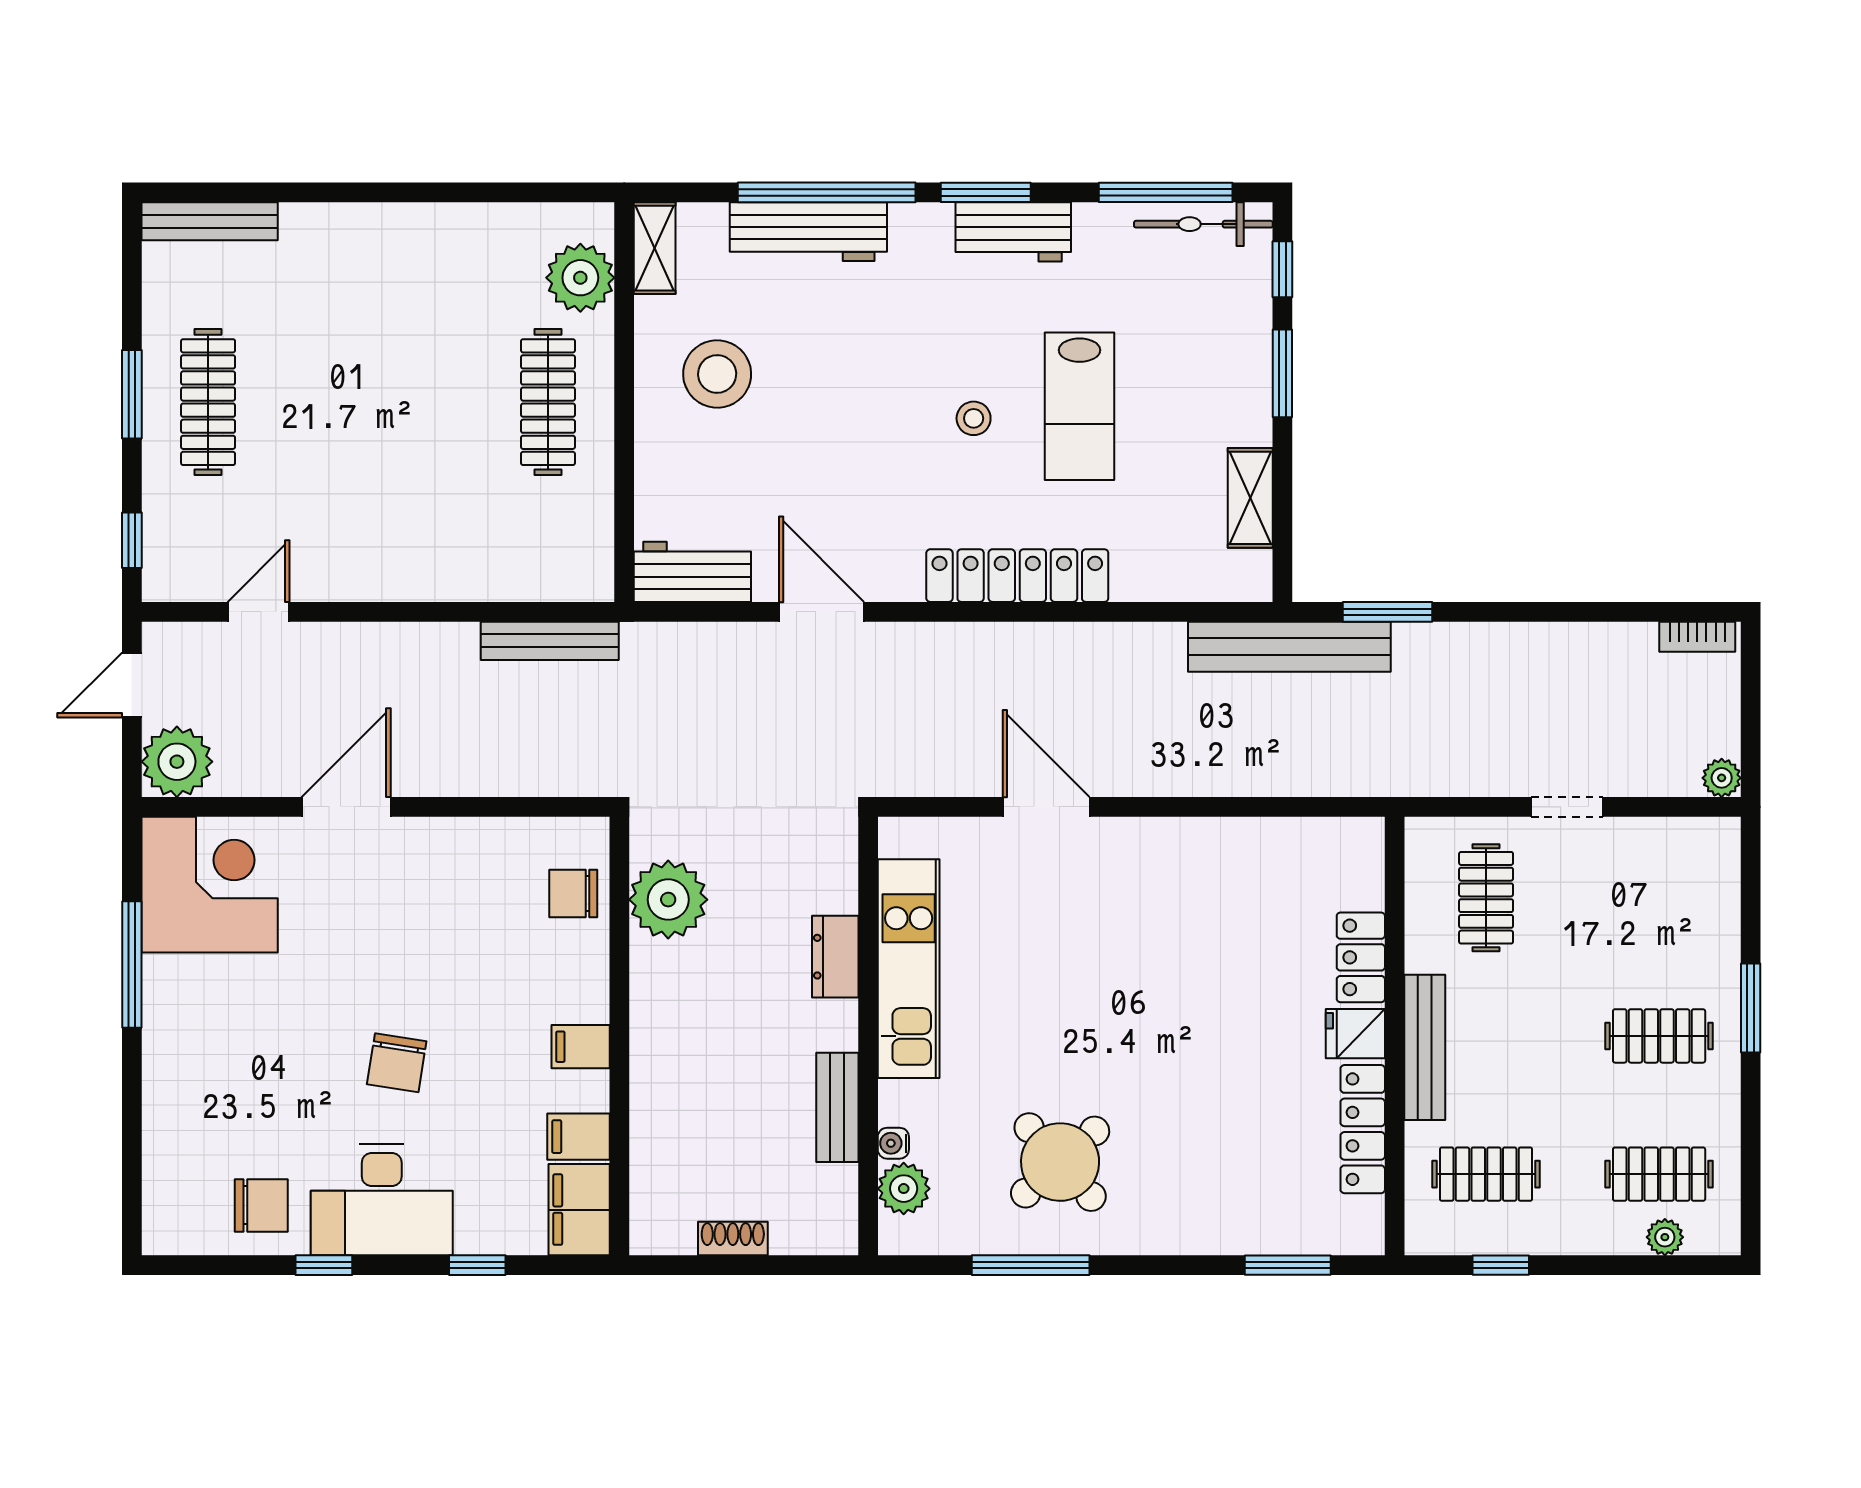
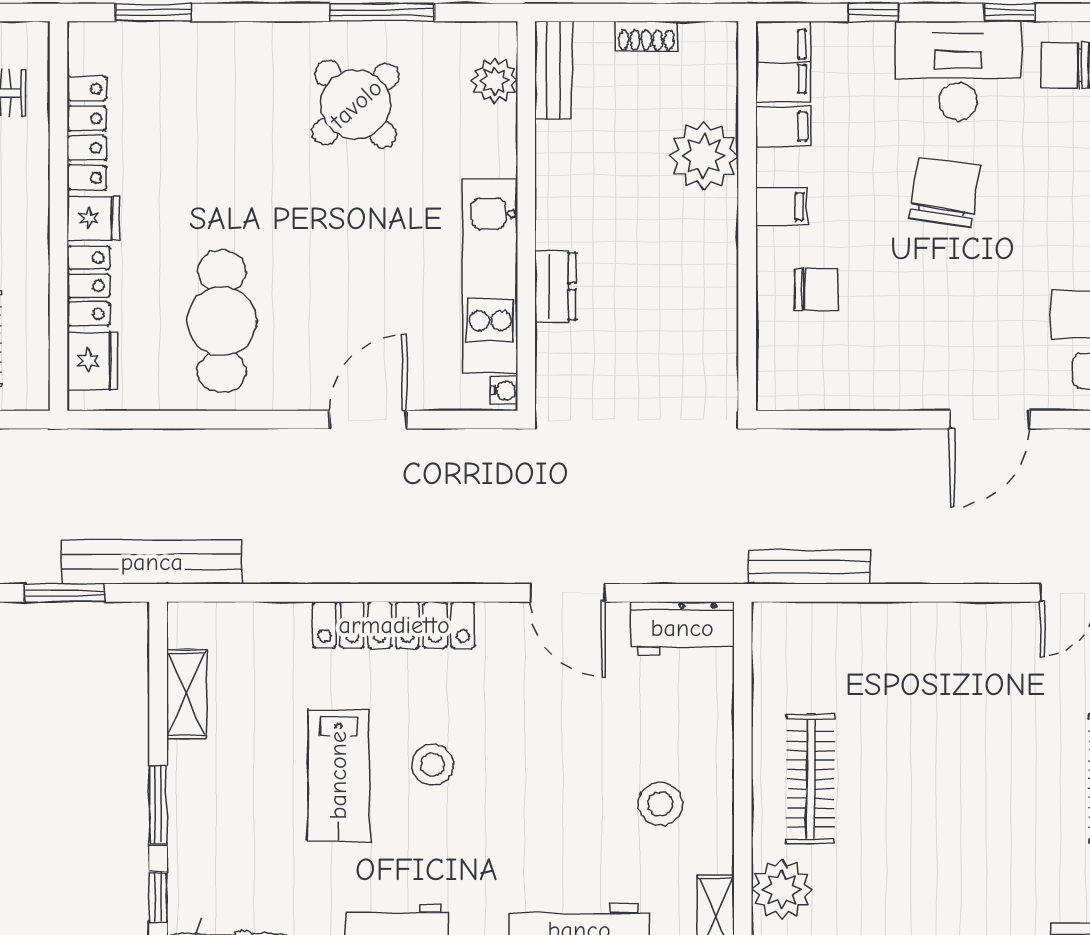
stool: (717, 374) -> (660, 804), width x0.73, depth x0.73
lab bench: (1080, 406) -> (338, 775), turned 180
stool: (974, 418) -> (432, 765), width x1.37, depth x1.37
door: (1046, 807) -> (368, 420), swing flipped
fridge: (1357, 873) -> (92, 361), added
chair: (573, 893) -> (816, 289), moved
plant: (668, 900) -> (704, 156), moved
cafe table: (1211, 918) -> (222, 321), added
bench: (1425, 1047) -> (32, 206), removed
chair: (397, 1063) -> (945, 192), width x1.37, depth x1.37
bench: (837, 1107) -> (553, 70), moved
water cooler: (893, 1143) -> (504, 390), moved

